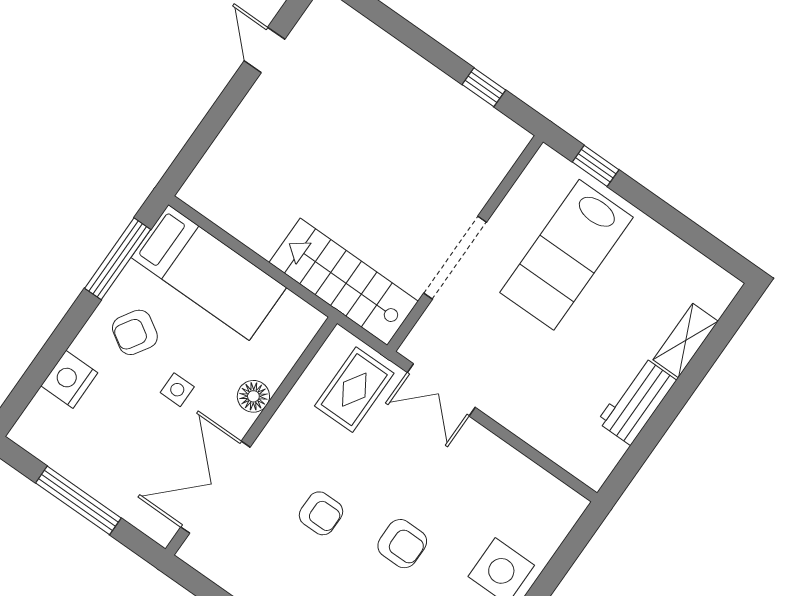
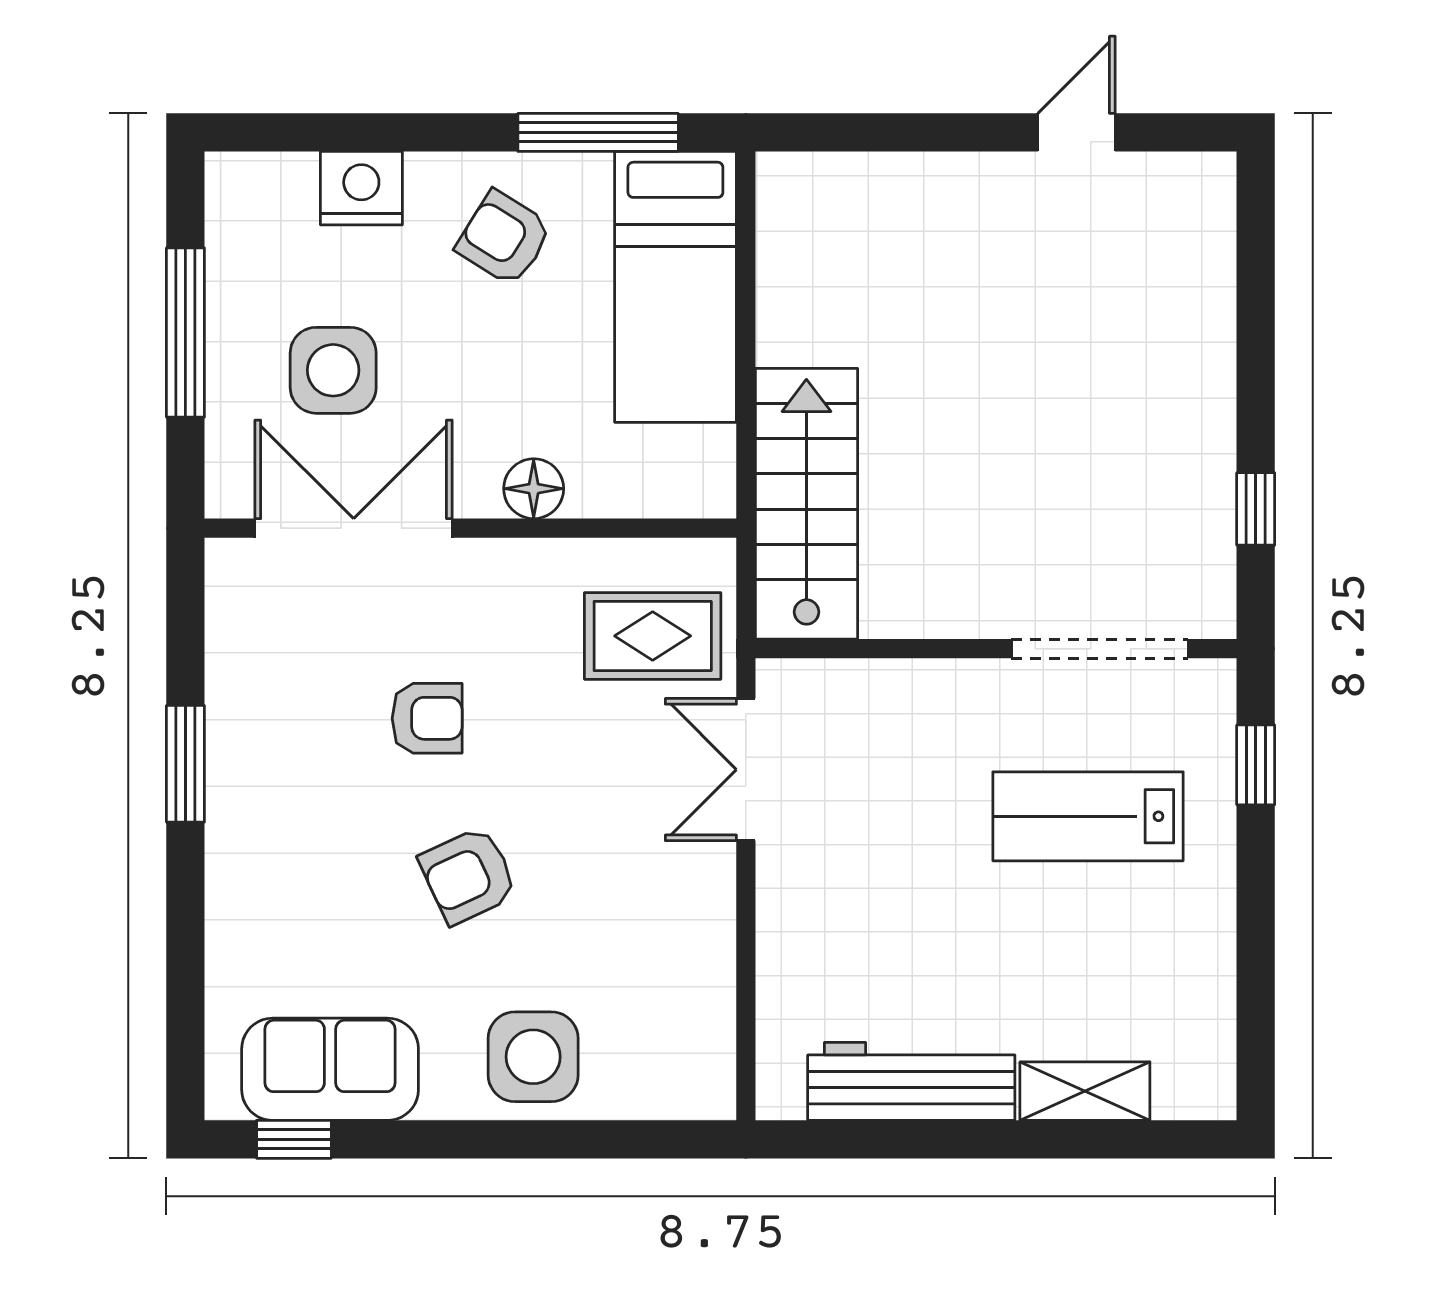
lab bench: (567, 255) -> (1088, 816), width x0.73, depth x0.72
doorway: (455, 258) -> (1100, 649), moved
side table: (177, 390) -> (333, 370), moved, width x1.87, depth x1.87
workbench: (637, 401) -> (911, 1081), width x1.38
armchair: (321, 513) -> (427, 718), turned -90
armchair: (402, 544) -> (468, 875), turned 65

